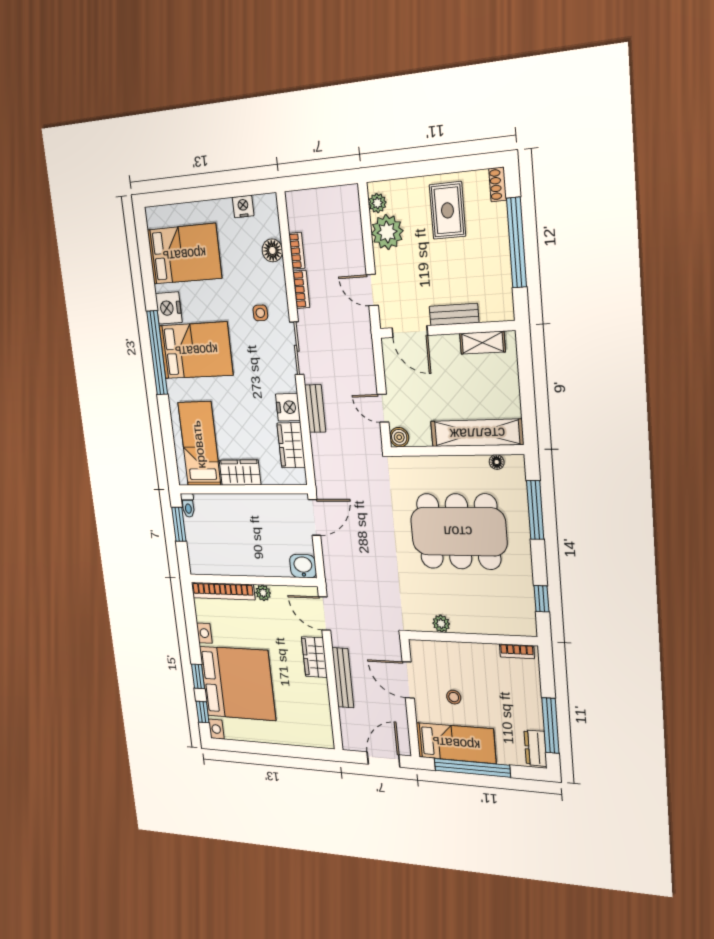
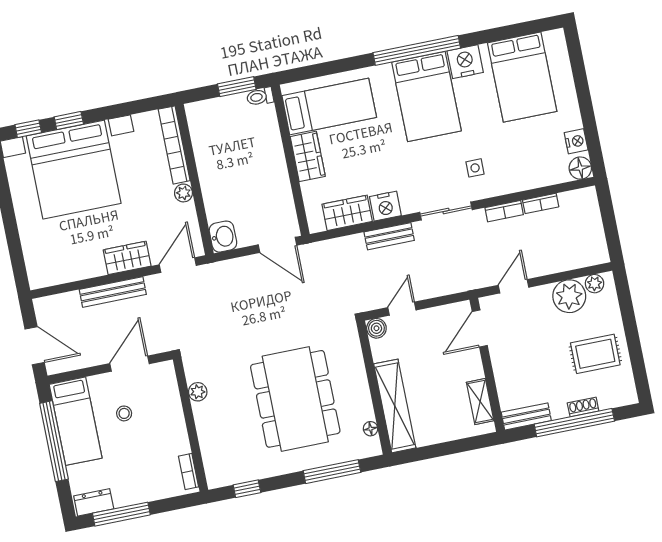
shoe rack: (498, 184) -> (583, 407), moved
floor lamp: (272, 250) -> (580, 168), moved
bench: (454, 315) -> (526, 416), moved, turned 90

